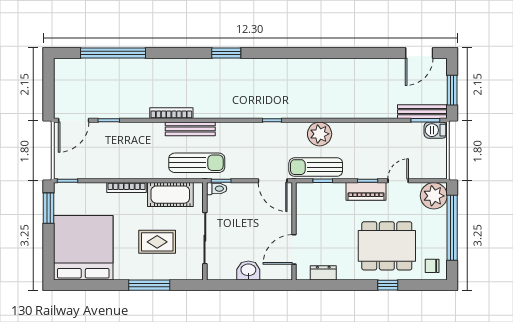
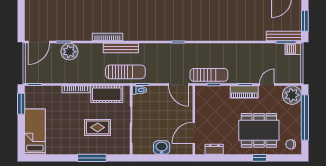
plant: (320, 134) -> (69, 52), moved
sun lounger: (316, 167) -> (209, 75), turned 180
bed: (83, 248) -> (35, 132), width x0.49

